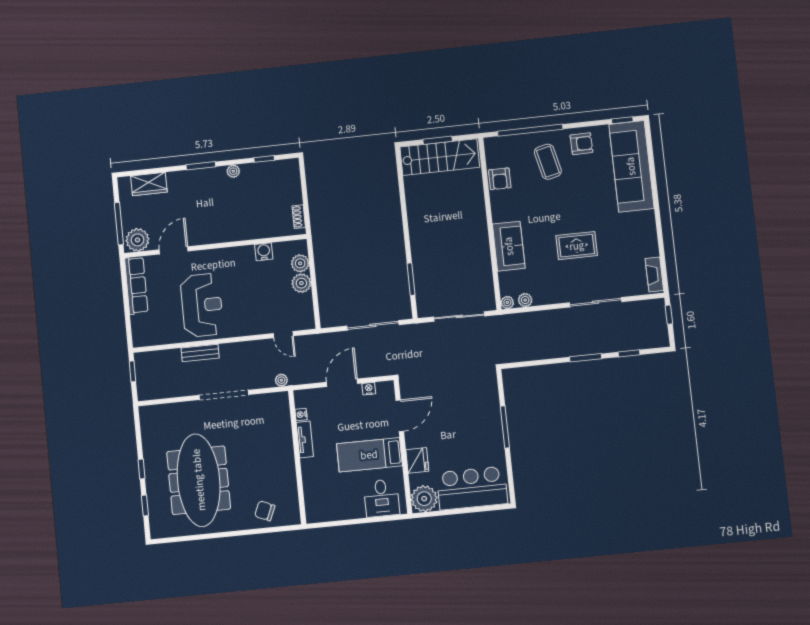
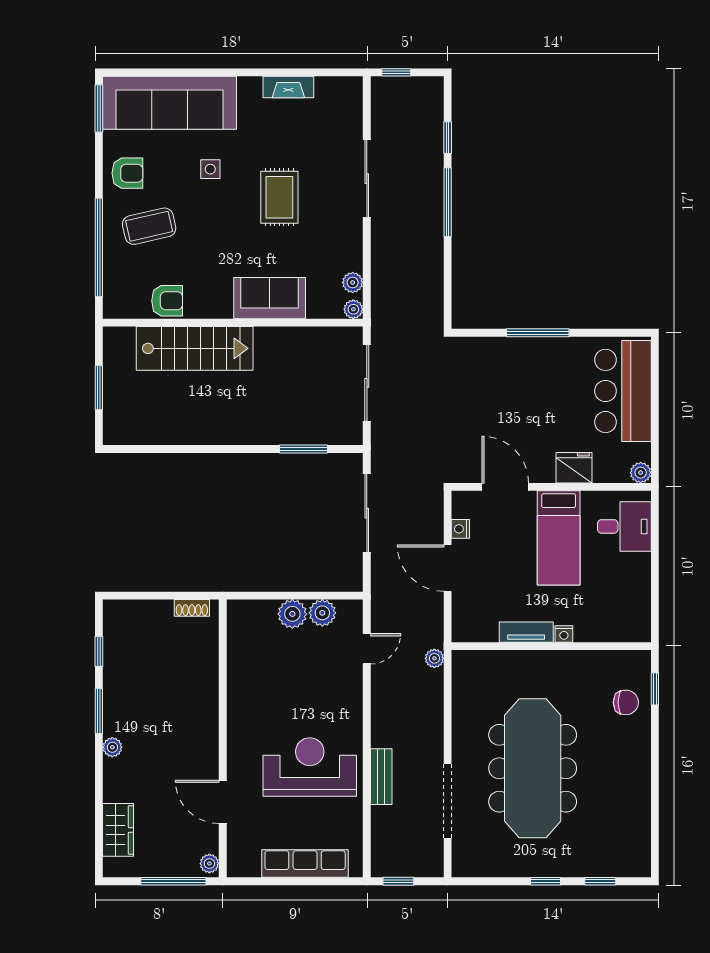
window: (622, 120) -> (99, 109), width x1.50
armchair: (581, 144) -> (127, 173), turned 91
stairs: (440, 157) -> (195, 348), moved, turned 90
window: (201, 166) -> (99, 711), moved
plant: (233, 171) -> (112, 747), moved
side table: (590, 198) -> (210, 169), added
plant: (137, 240) -> (209, 864), width x0.53, depth x0.53
water cooler: (264, 252) -> (239, 666), removed
plant: (300, 263) -> (322, 613), moved
fireplace: (654, 274) -> (288, 87), moved
row of seats: (136, 285) -> (305, 863), moved
window: (586, 358) -> (448, 202), width x1.44
doorway: (224, 395) -> (448, 801), moved
nightstand: (301, 414) -> (564, 634), moved
meeting table: (199, 480) -> (533, 768), moved, turned 90
plant: (424, 499) -> (641, 473), width x0.53, depth x0.53
chair: (265, 511) -> (626, 702), turned -113
window: (276, 529) -> (655, 689), added

